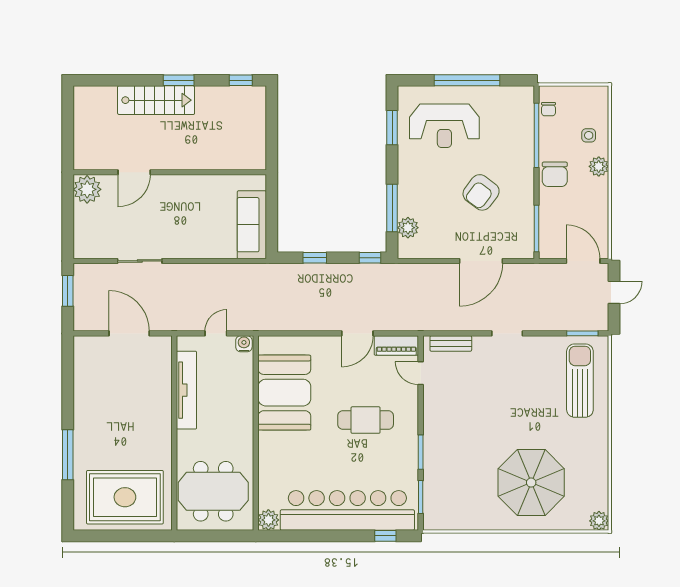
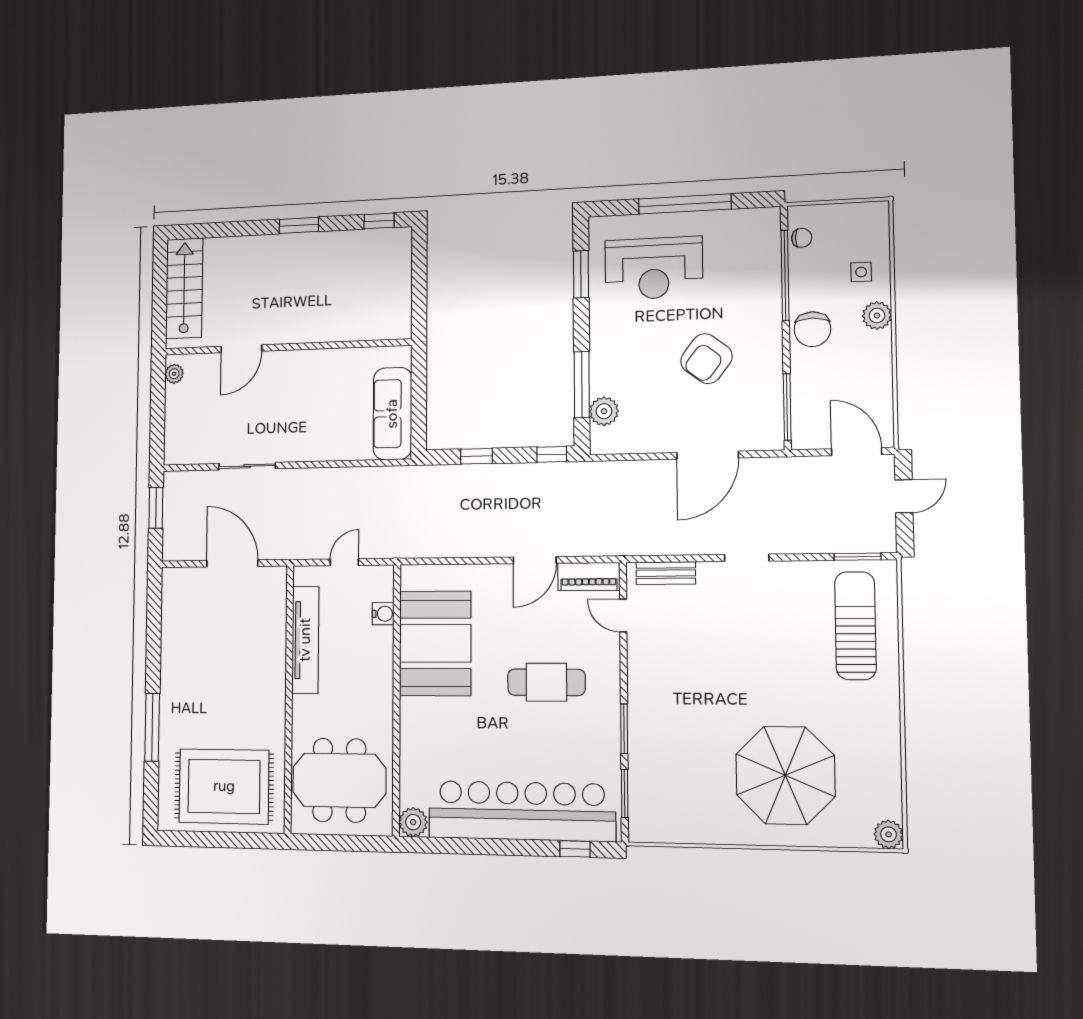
stairs: (156, 100) -> (184, 288), moved, turned -90
chair: (548, 109) -> (802, 238), turned -90
plant: (87, 189) -> (174, 374), width x0.53, depth x0.53
water cooler: (244, 344) -> (383, 614), moved, turned 90

